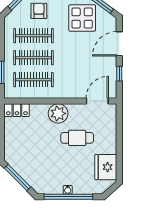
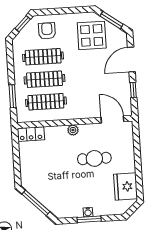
door: (97, 101) -> (112, 120), hinge flipped
plant: (58, 113) -> (73, 130), width x0.53, depth x0.53
window: (68, 197) -> (89, 219), width x0.47

